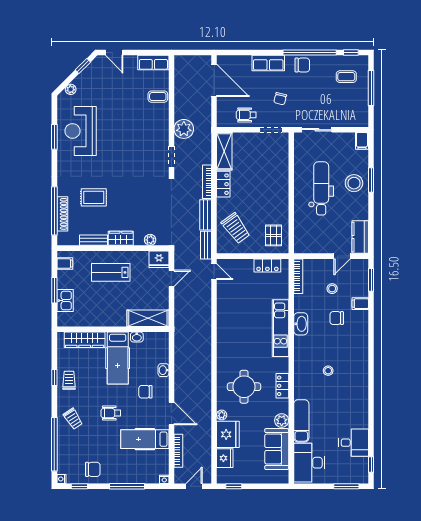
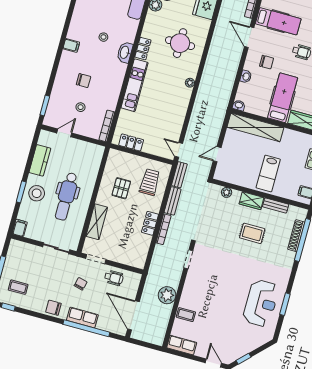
window: (310, 53) -> (86, 328), moved
plant: (71, 89) -> (260, 341), removed
plant: (184, 129) -> (167, 295), moved
shelving: (224, 151) -> (97, 222), moved
rug: (94, 197) -> (252, 233), moved
trolley: (236, 228) -> (150, 182), turned 36
pallet: (273, 235) -> (121, 188), moved
kitchen counter: (360, 237) -> (40, 160), moved
fridge: (159, 259) -> (223, 174), removed
lab bench: (111, 272) -> (268, 174), turned 90
filing cabinet: (360, 304) -> (71, 45), moved
shelving: (148, 318) -> (255, 127), width x1.47
washbasin: (301, 324) -> (125, 52), moved
washbasin: (137, 337) -> (239, 105), moved
locker: (282, 386) -> (143, 49), moved
plant: (222, 415) -> (190, 83), moved

